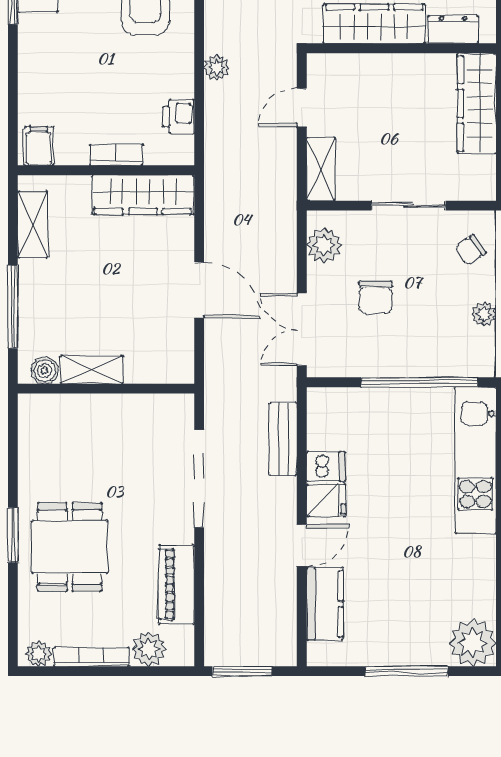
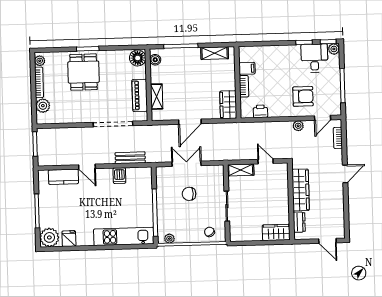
plant: (217, 68) -> (298, 126), moved
wardrobe: (477, 103) -> (276, 232), width x0.67
filing cabinet: (39, 146) -> (247, 68), moved
wardrobe: (143, 195) -> (228, 105), width x0.67
plant: (324, 245) -> (210, 172), removed
plant: (484, 314) -> (169, 239), moved
double door: (302, 329) -> (186, 164), moved
shelving: (92, 370) -> (157, 97), moved
floor lamp: (39, 413) -> (138, 58), added
fridge: (326, 501) -> (69, 239), moved, turned 180
dining table: (70, 547) -> (84, 72), turned 90
piano: (177, 584) -> (140, 95), moved, turned -90

